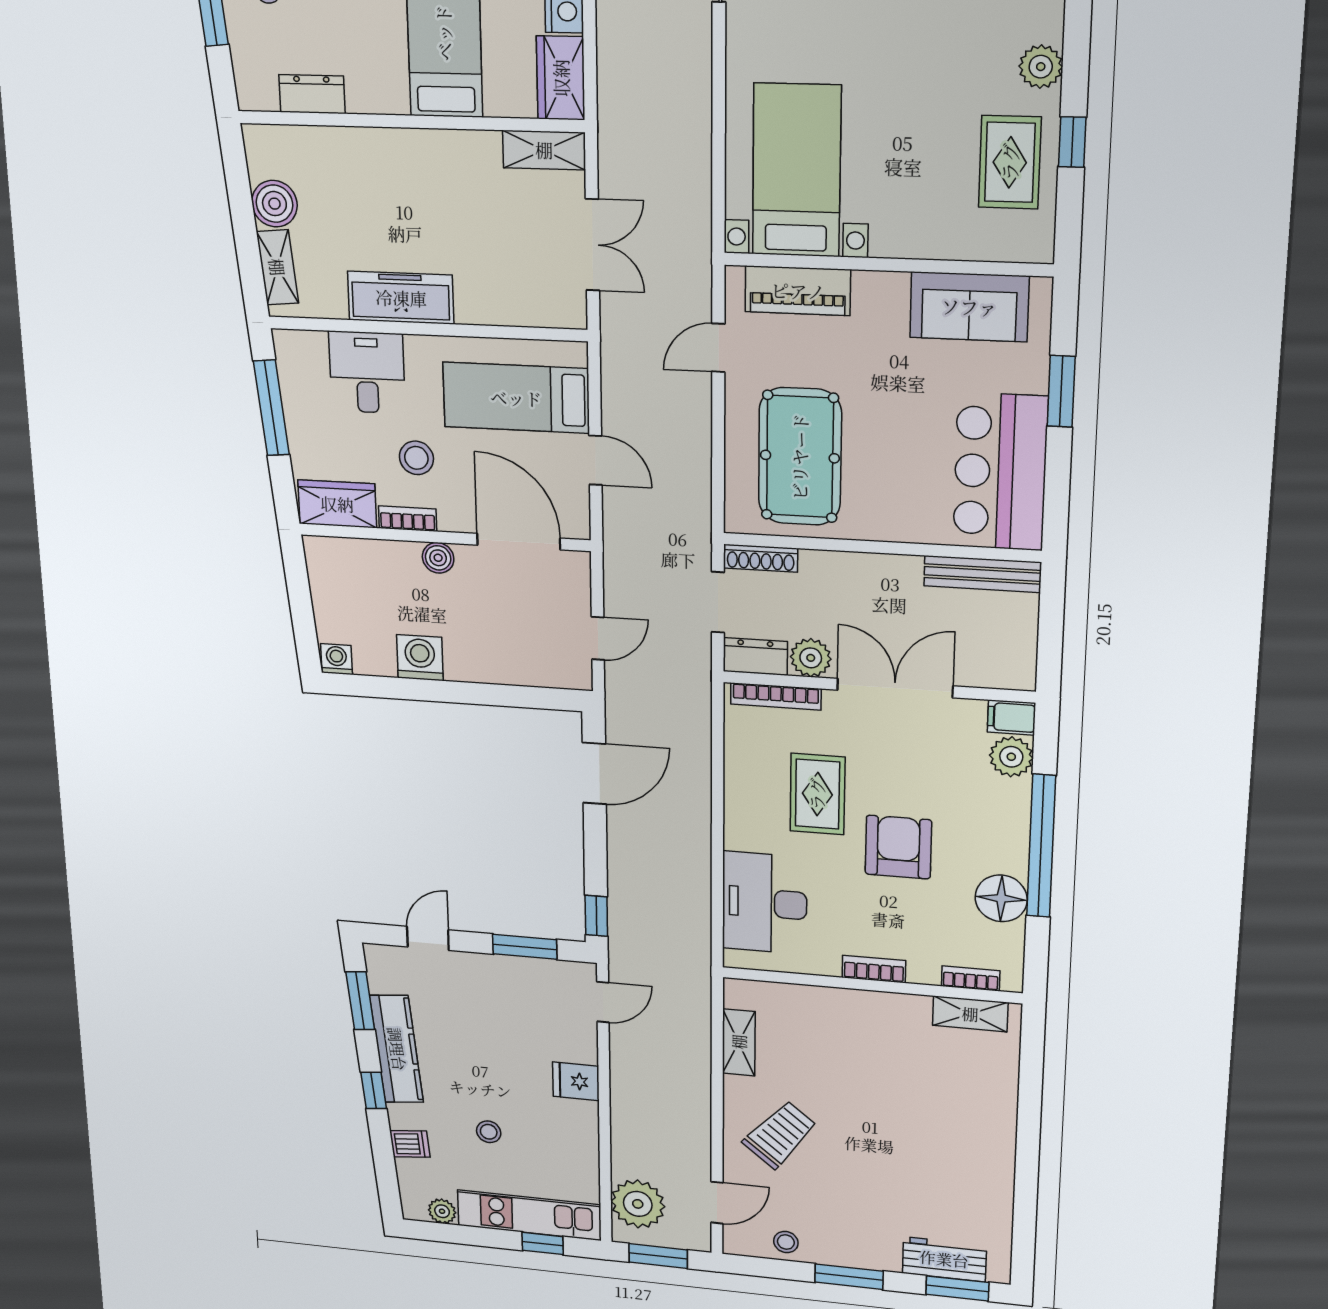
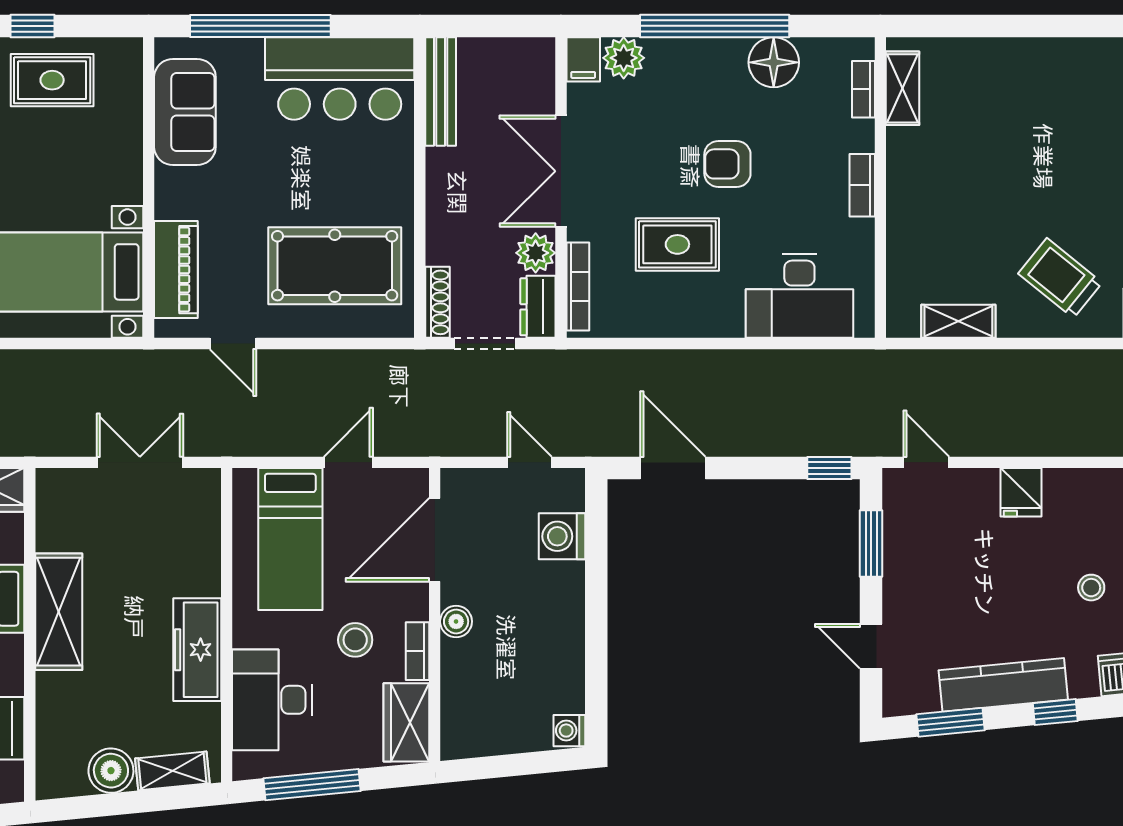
shelving: (544, 150) -> (59, 612), moved, width x1.50, depth x1.33
desk: (367, 372) -> (272, 700), width x1.37
window: (1061, 391) -> (260, 26), width x2.11
washing machine: (420, 658) -> (562, 536), moved
armchair: (898, 847) -> (727, 164), width x0.72, depth x0.72

